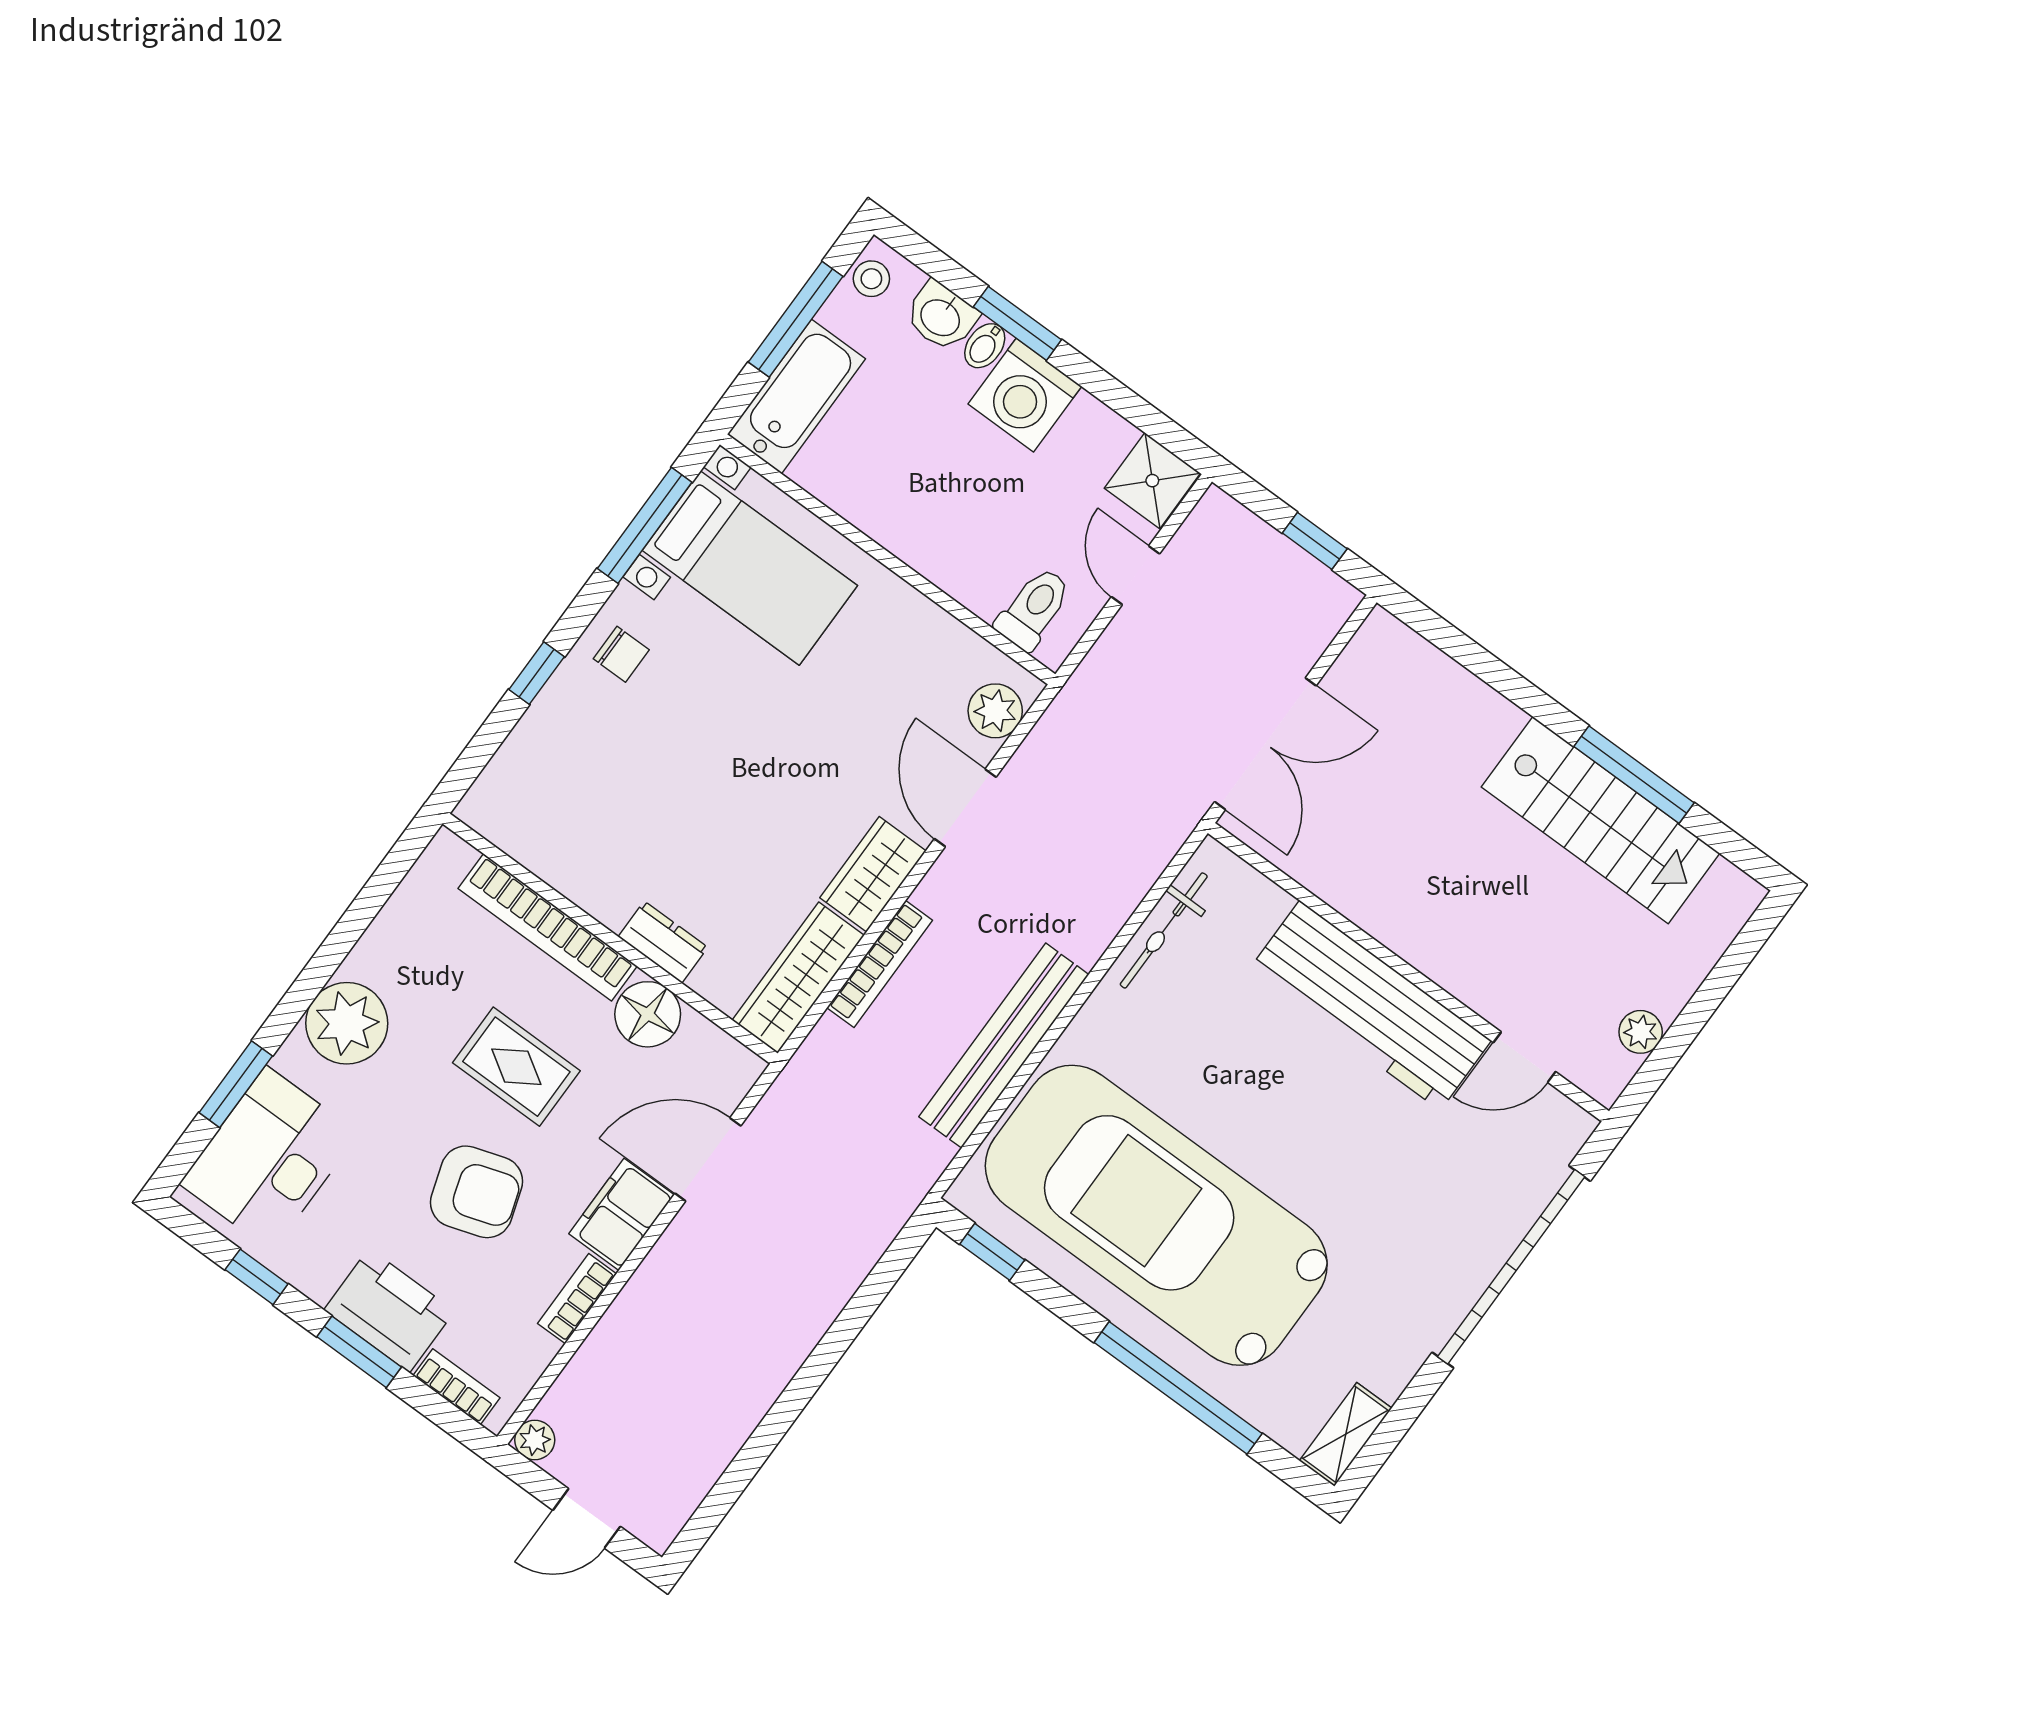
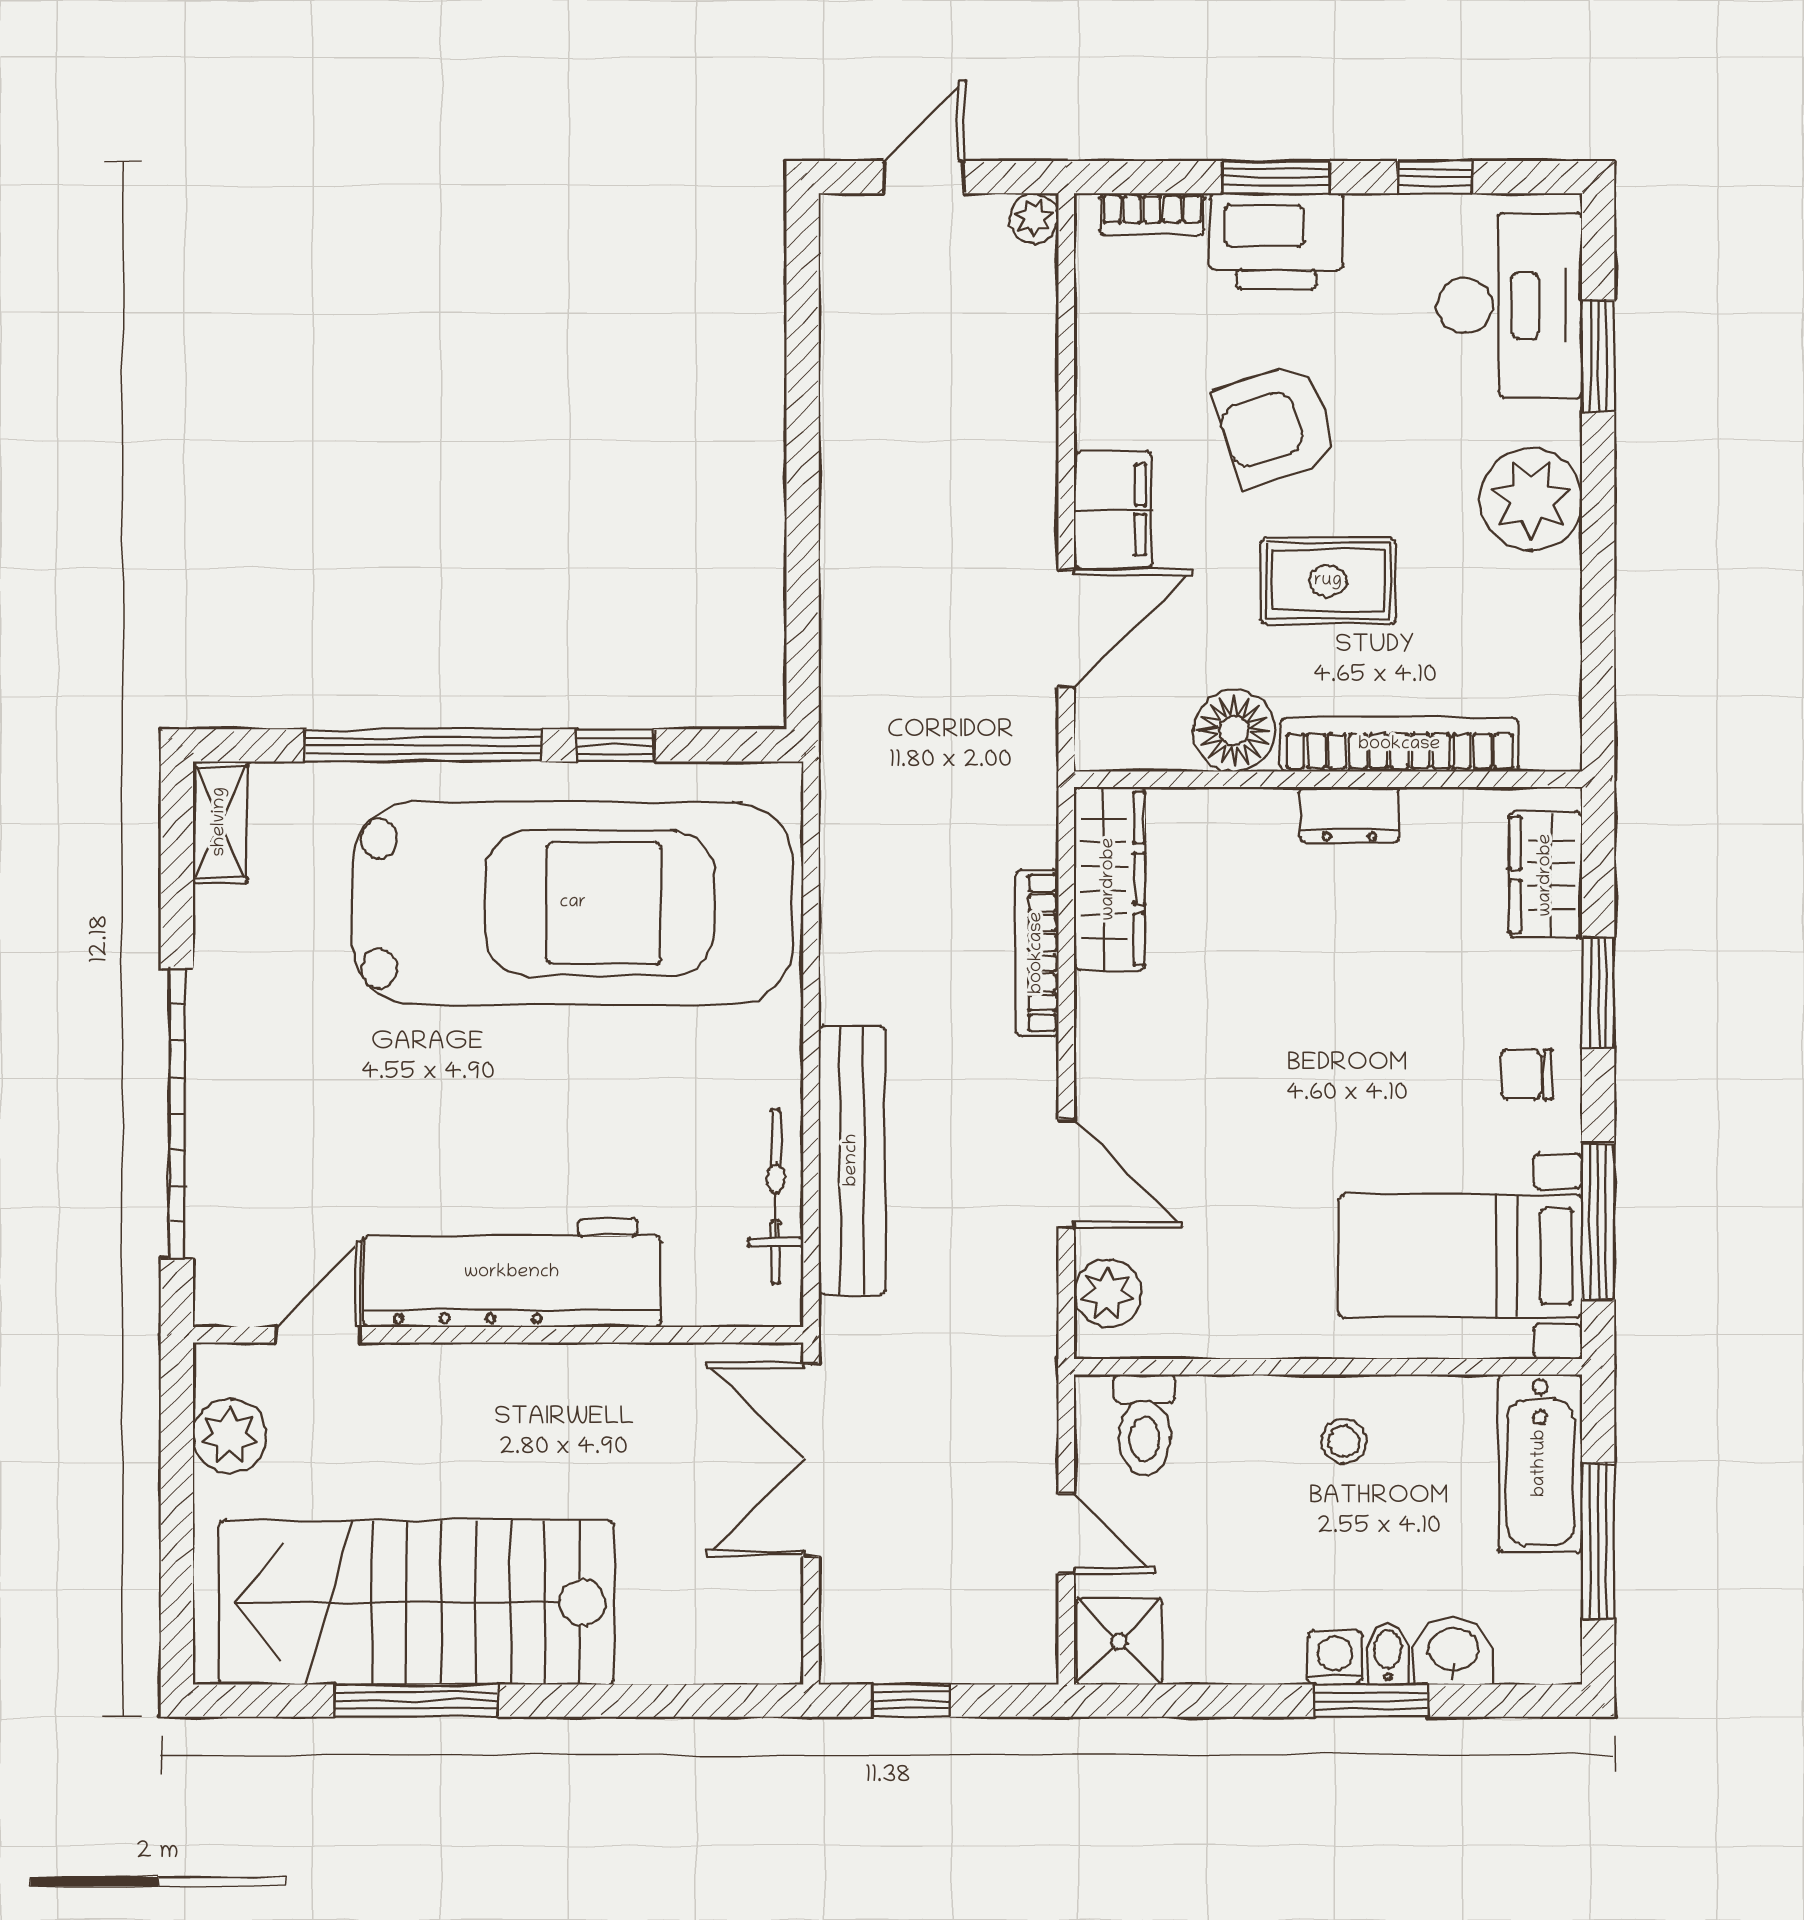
stool: (871, 279) -> (1344, 1441), moved
washing machine: (1025, 395) -> (1335, 1658), width x0.53, depth x0.53
window: (537, 673) -> (1598, 993), width x1.50
stairs: (1601, 820) -> (416, 1602), width x1.36, depth x1.51
wardrobe: (873, 874) -> (1546, 875), moved, turned 180
dresser: (663, 942) -> (1349, 815), moved
plant: (1641, 1032) -> (230, 1436), width x1.38, depth x1.38
bench: (1004, 1046) -> (852, 1160), moved
window: (992, 1252) -> (615, 745), moved
bookcase: (577, 1299) -> (1096, 392), removed

